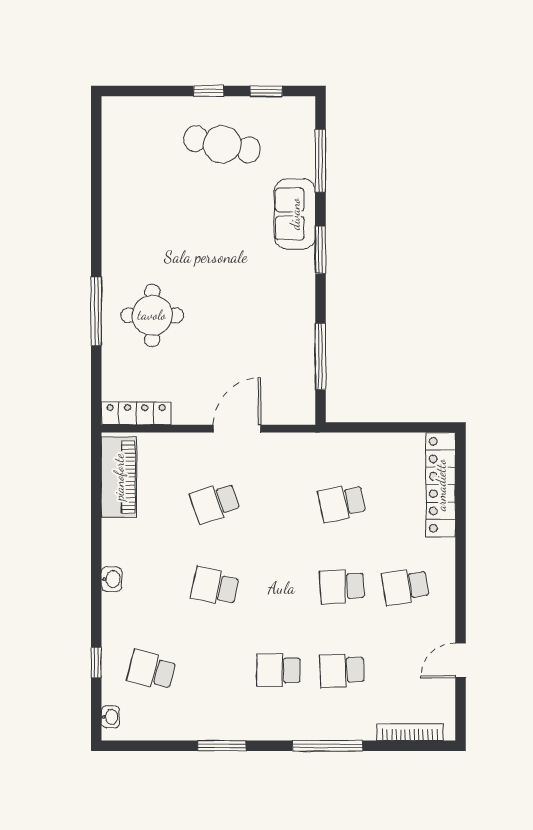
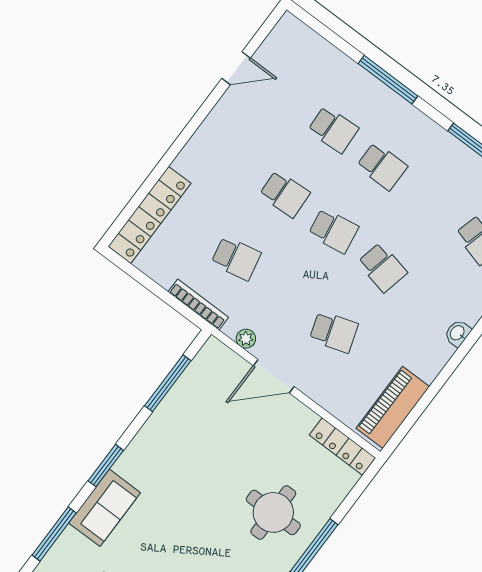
plant: (284, 442) -> (246, 339), added
school desk: (405, 587) -> (333, 231), moved
bookcase: (410, 732) -> (198, 305), moved, turned 180

